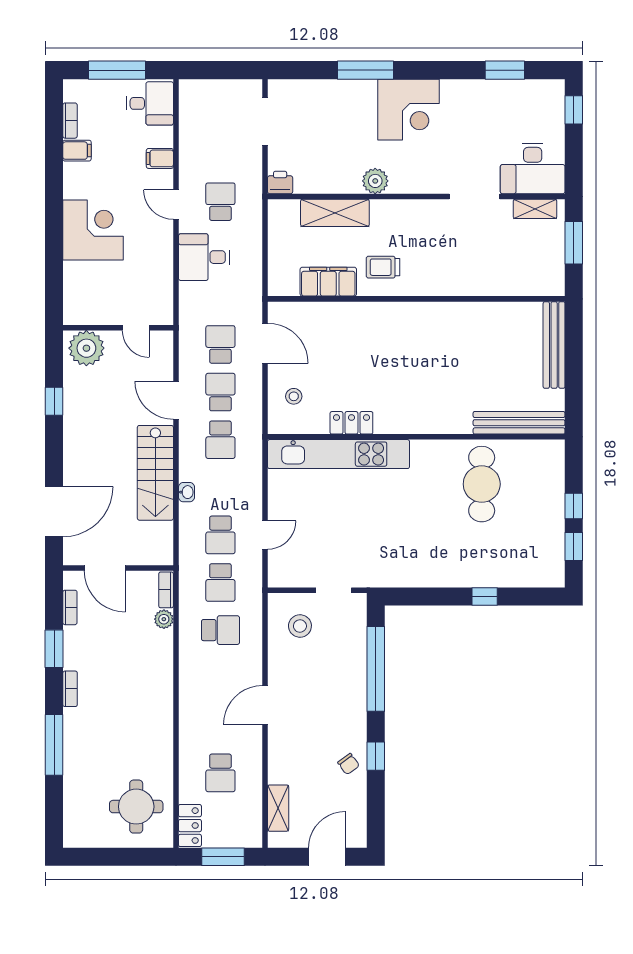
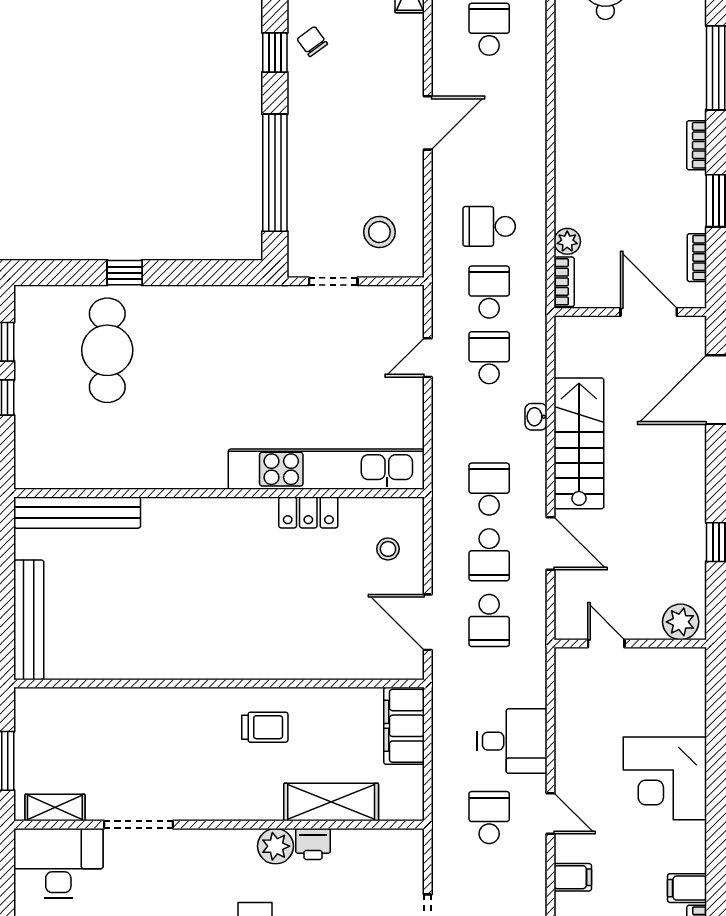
printer: (280, 182) -> (313, 844), moved
school desk: (220, 202) -> (489, 818), turned 180
filing cabinet: (328, 282) -> (404, 726), moved, turned 90
plant: (86, 348) -> (681, 622), width x0.73, depth x0.73
cafe table: (482, 484) -> (107, 350), moved

